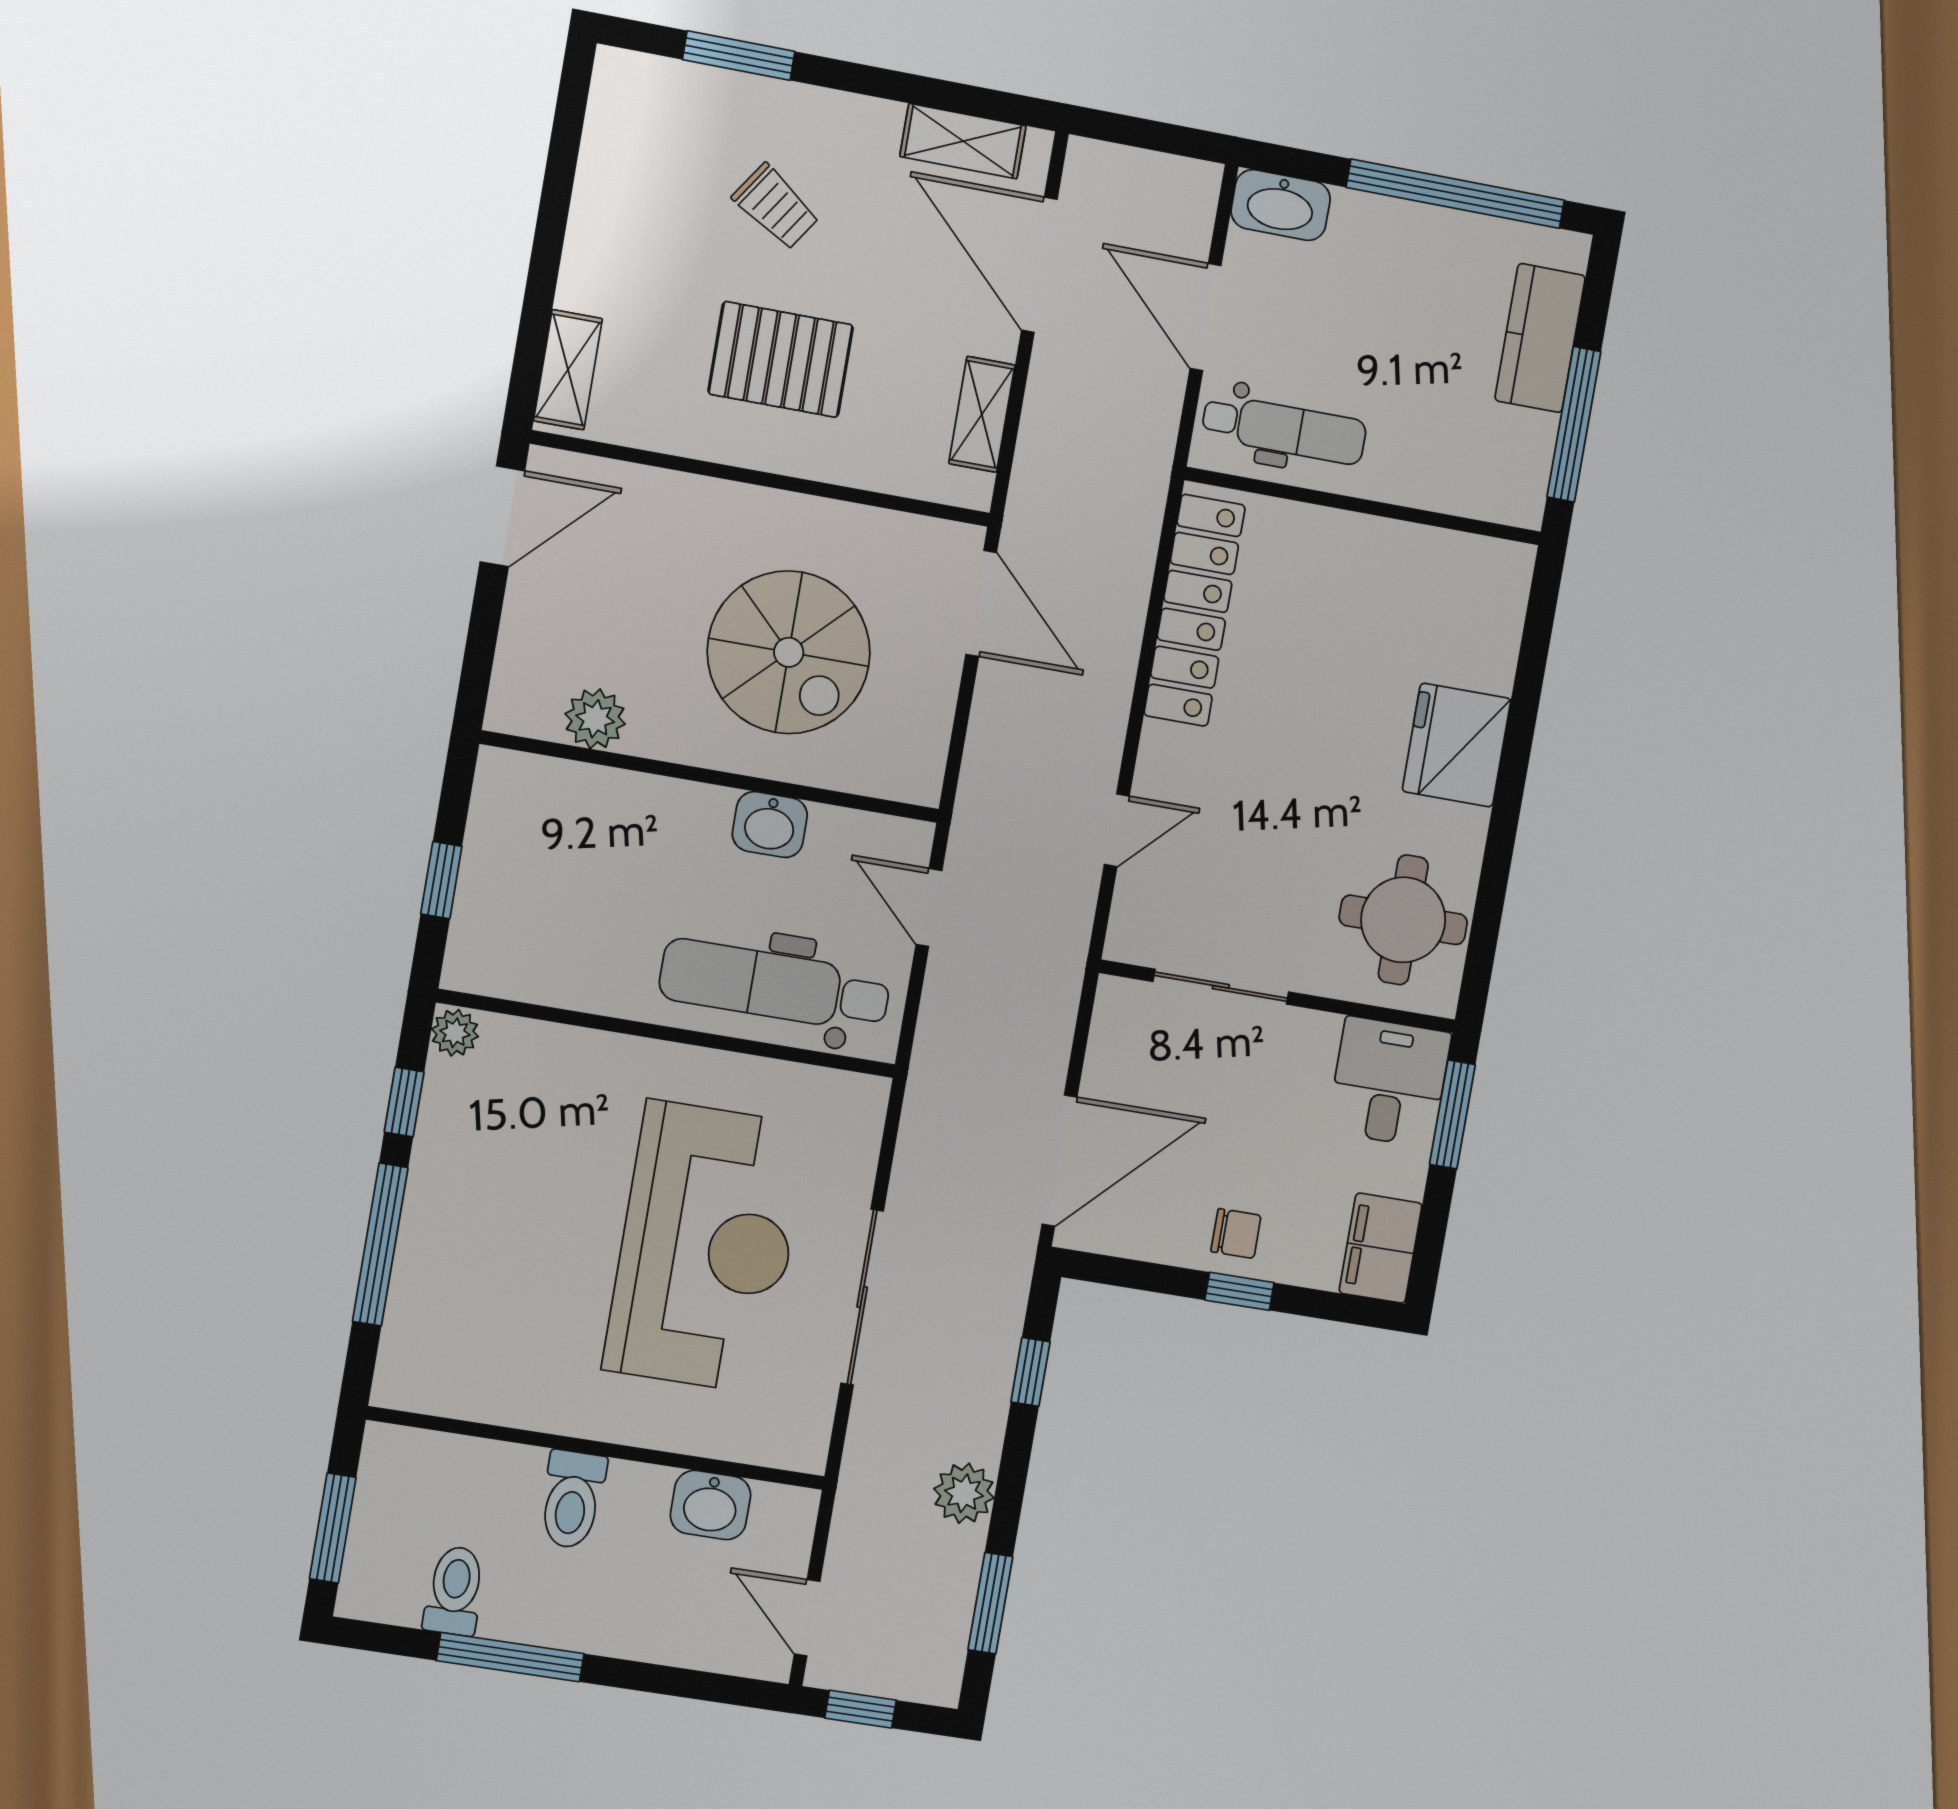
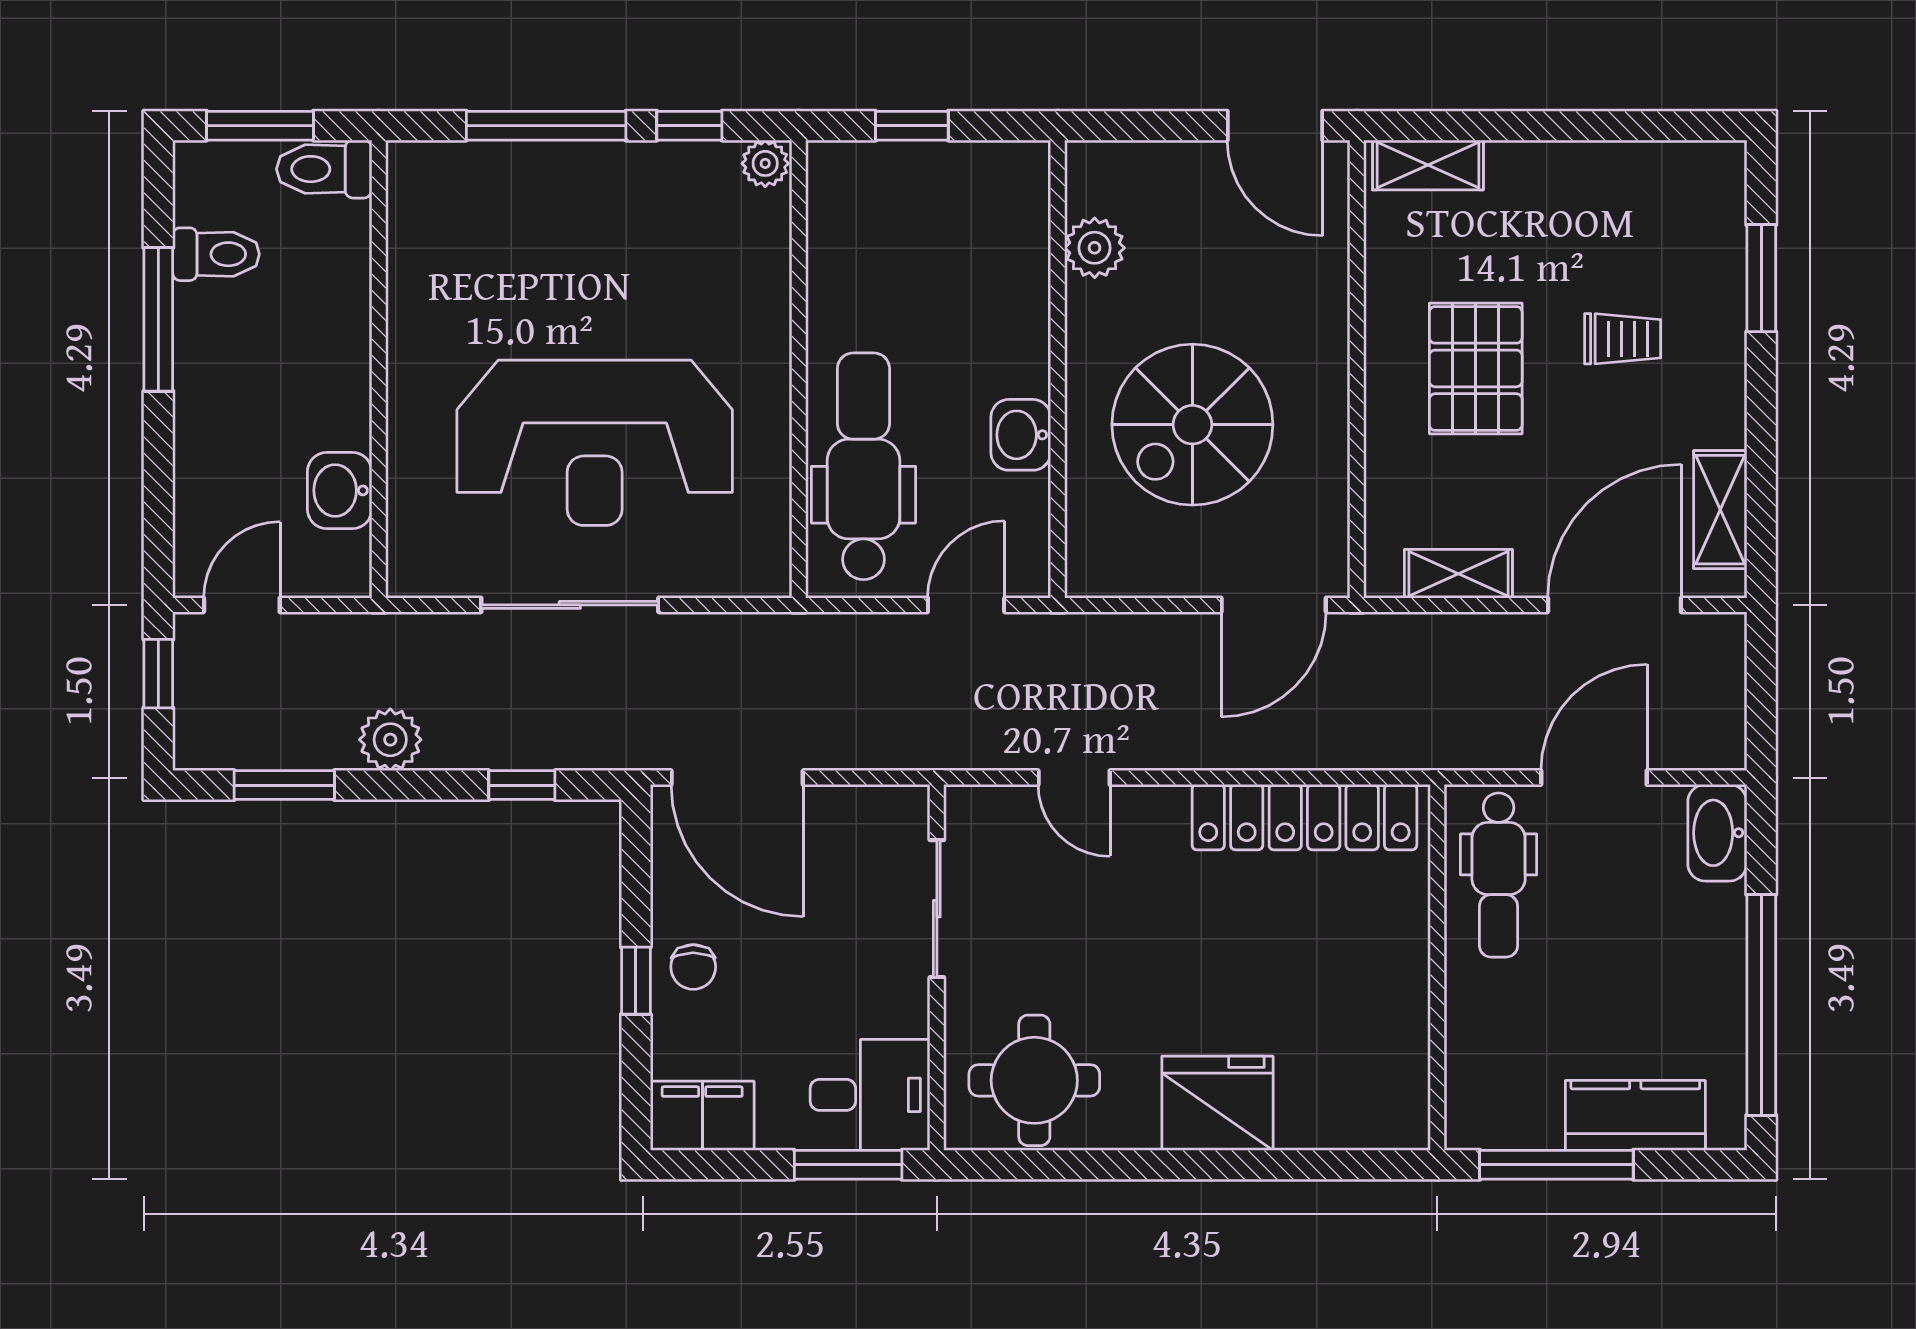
trolley: (776, 207) -> (1623, 339), turned -124
toilet: (572, 1499) -> (324, 169), moved

